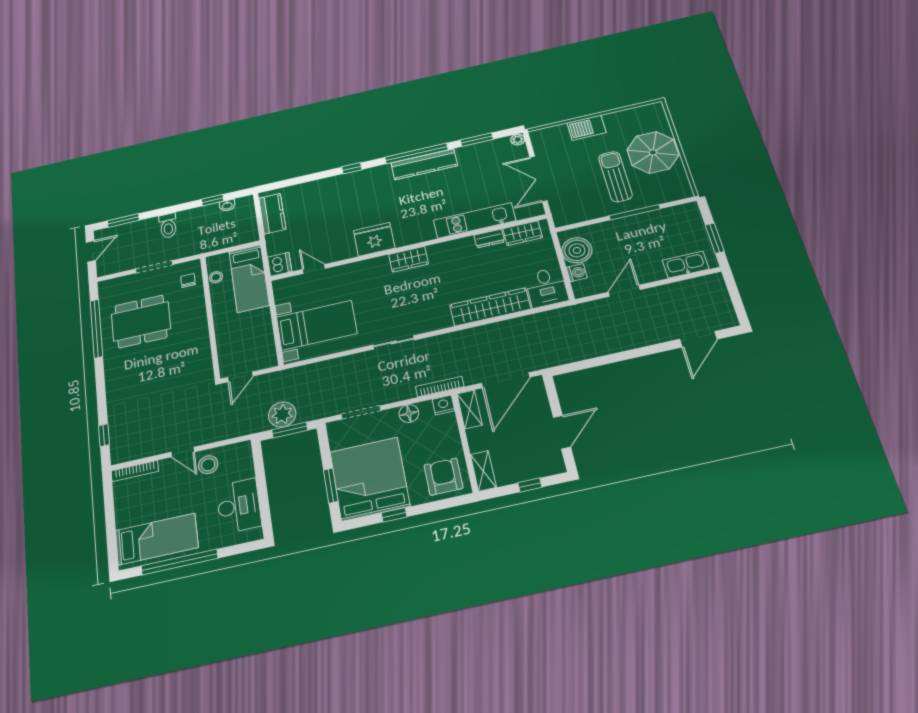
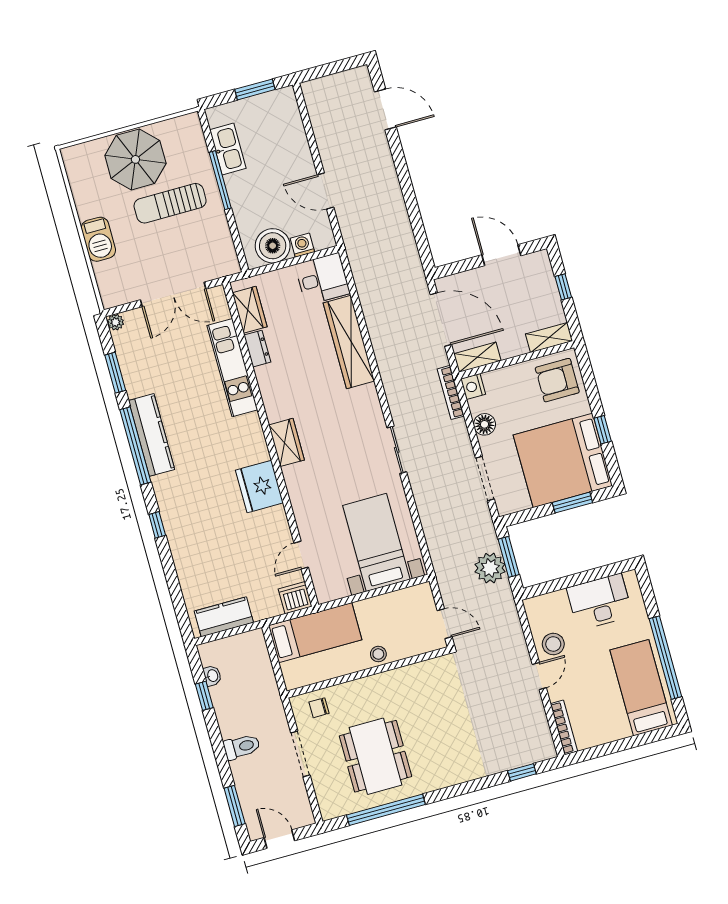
kitchen sink: (686, 265) -> (228, 149), moved, turned 180
stool: (216, 277) -> (378, 654), moved

